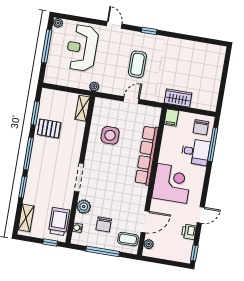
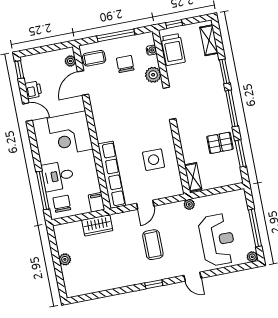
plant: (216, 80) -> (65, 259), added
row of seats: (147, 155) -> (112, 175), moved
door: (201, 215) -> (27, 112), swing flipped

